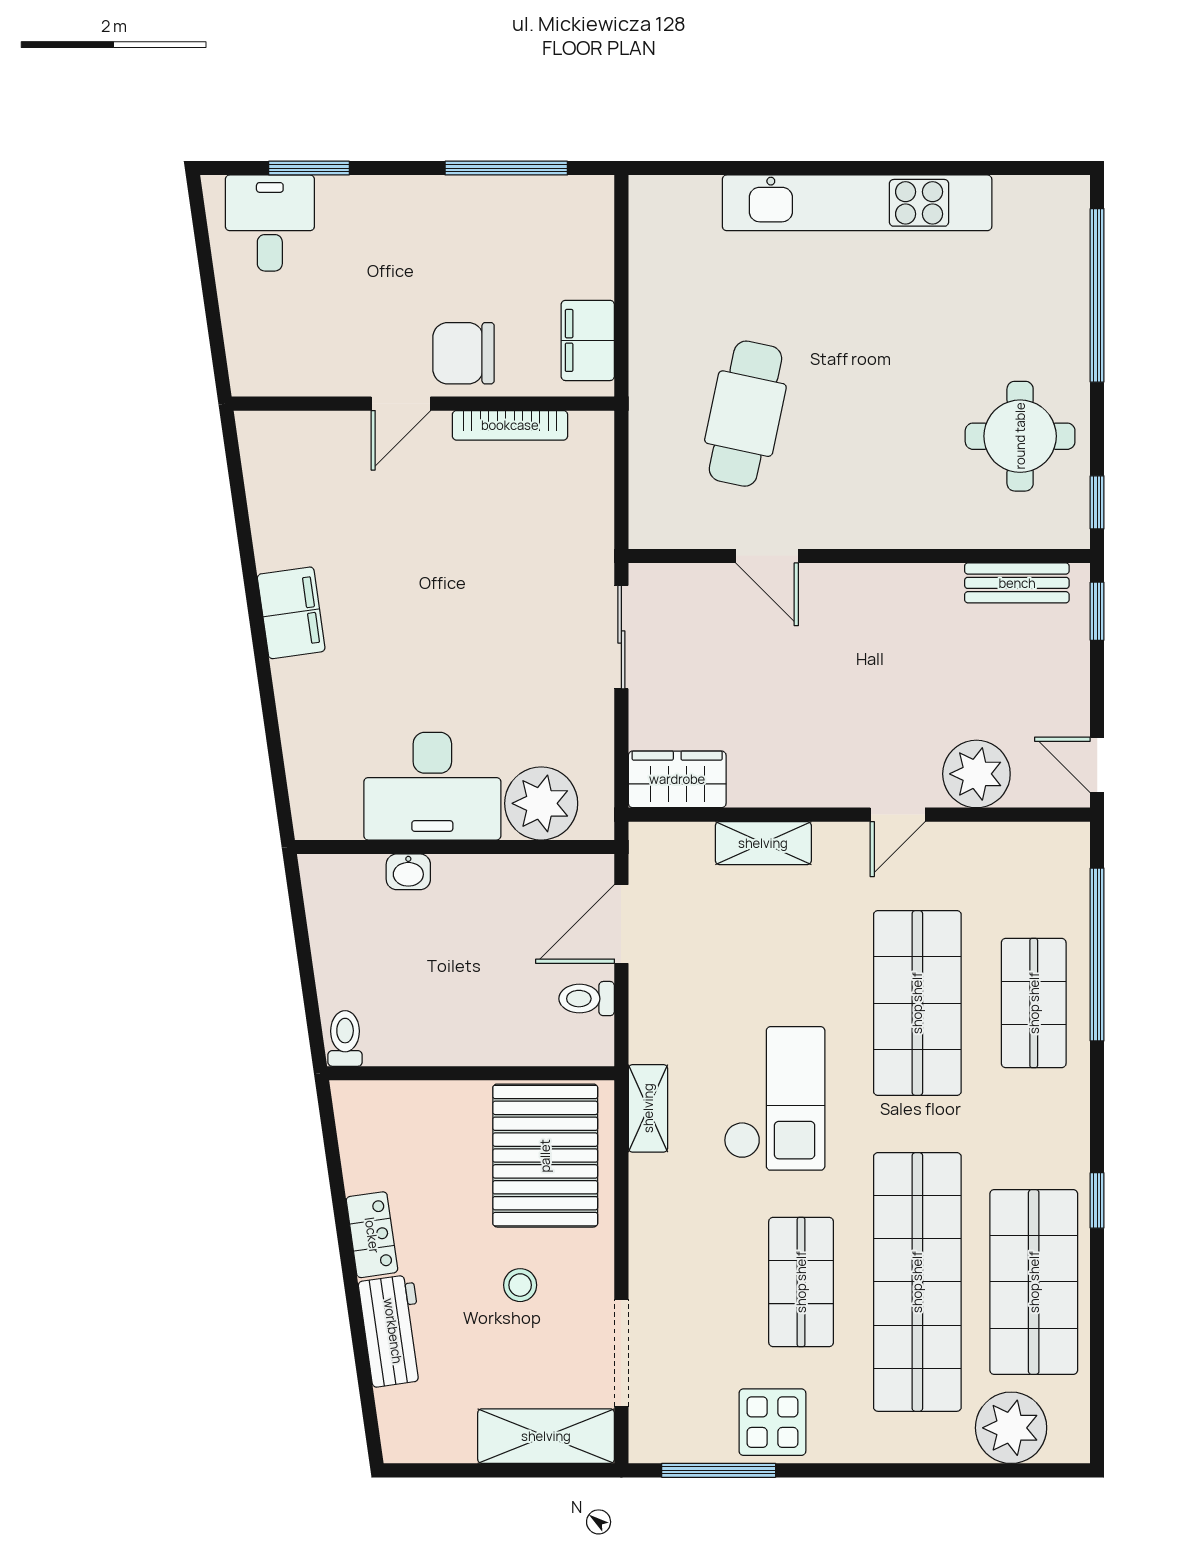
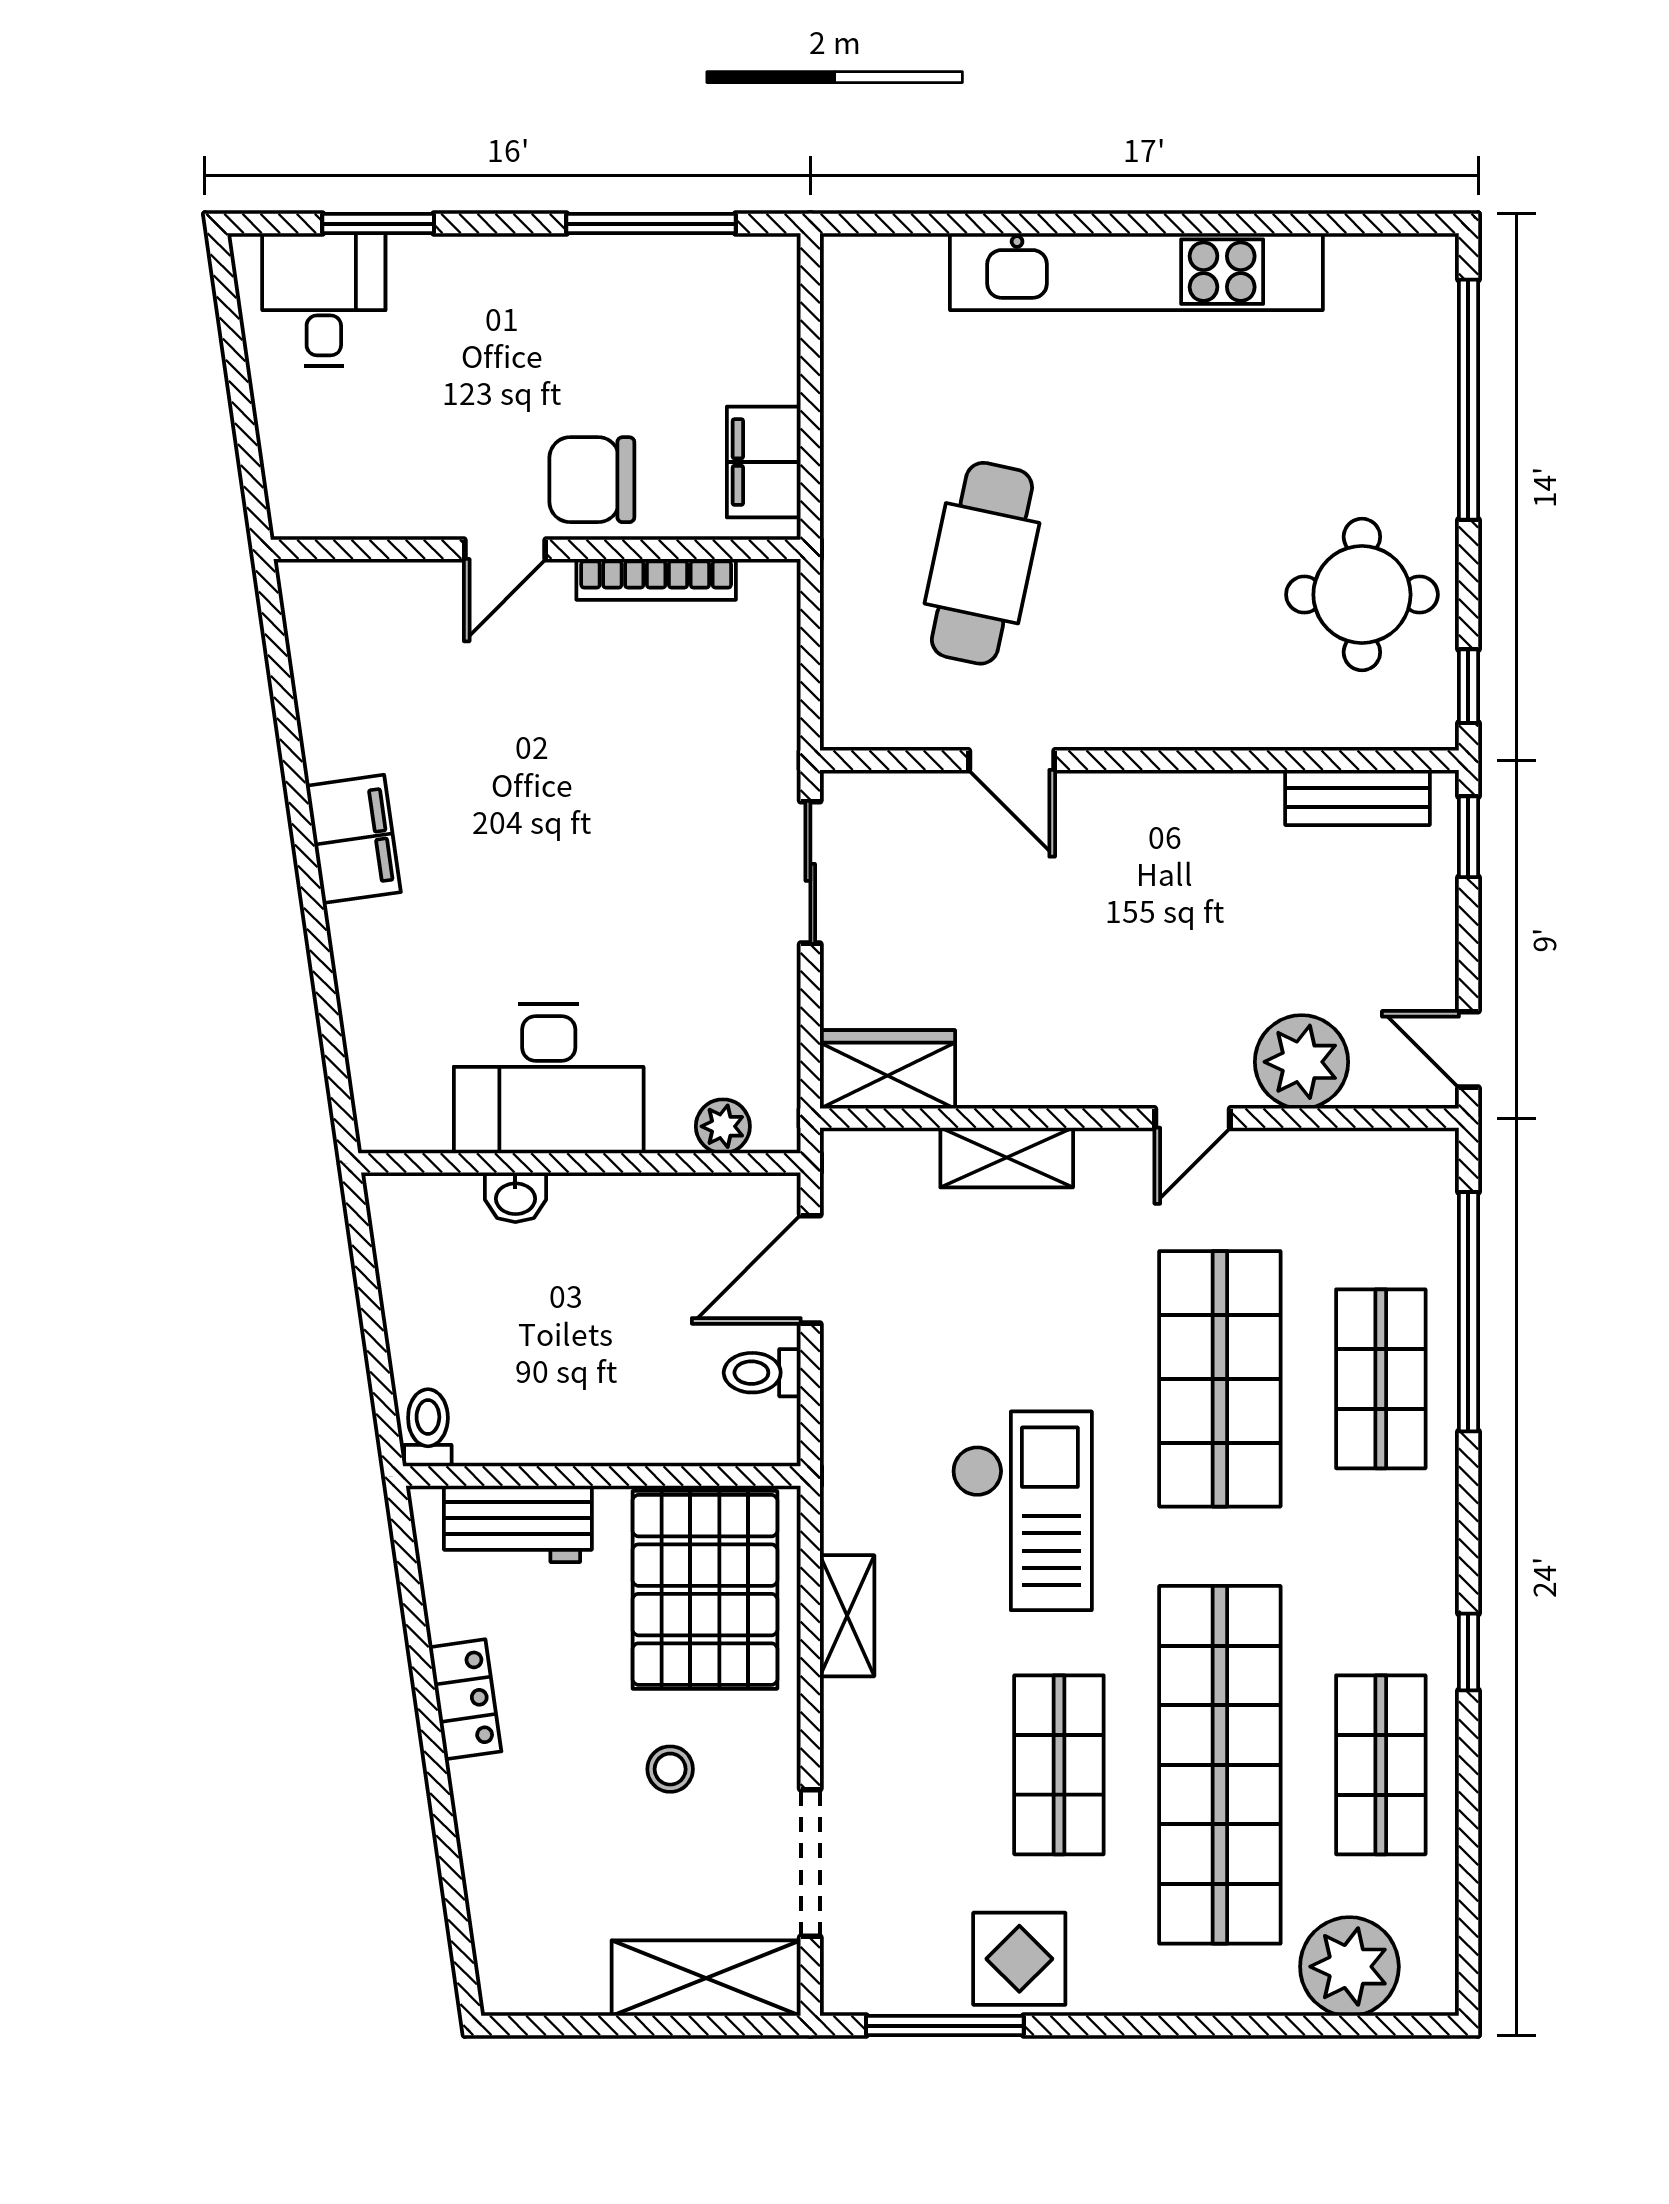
plant: (541, 803) -> (723, 1126), width x0.53, depth x0.53
shelving: (648, 1108) -> (847, 1616), moved
shop shelf: (1034, 1282) -> (1381, 1765), width x0.70, depth x0.74
workbench: (393, 1331) -> (518, 1524), moved, turned 98

